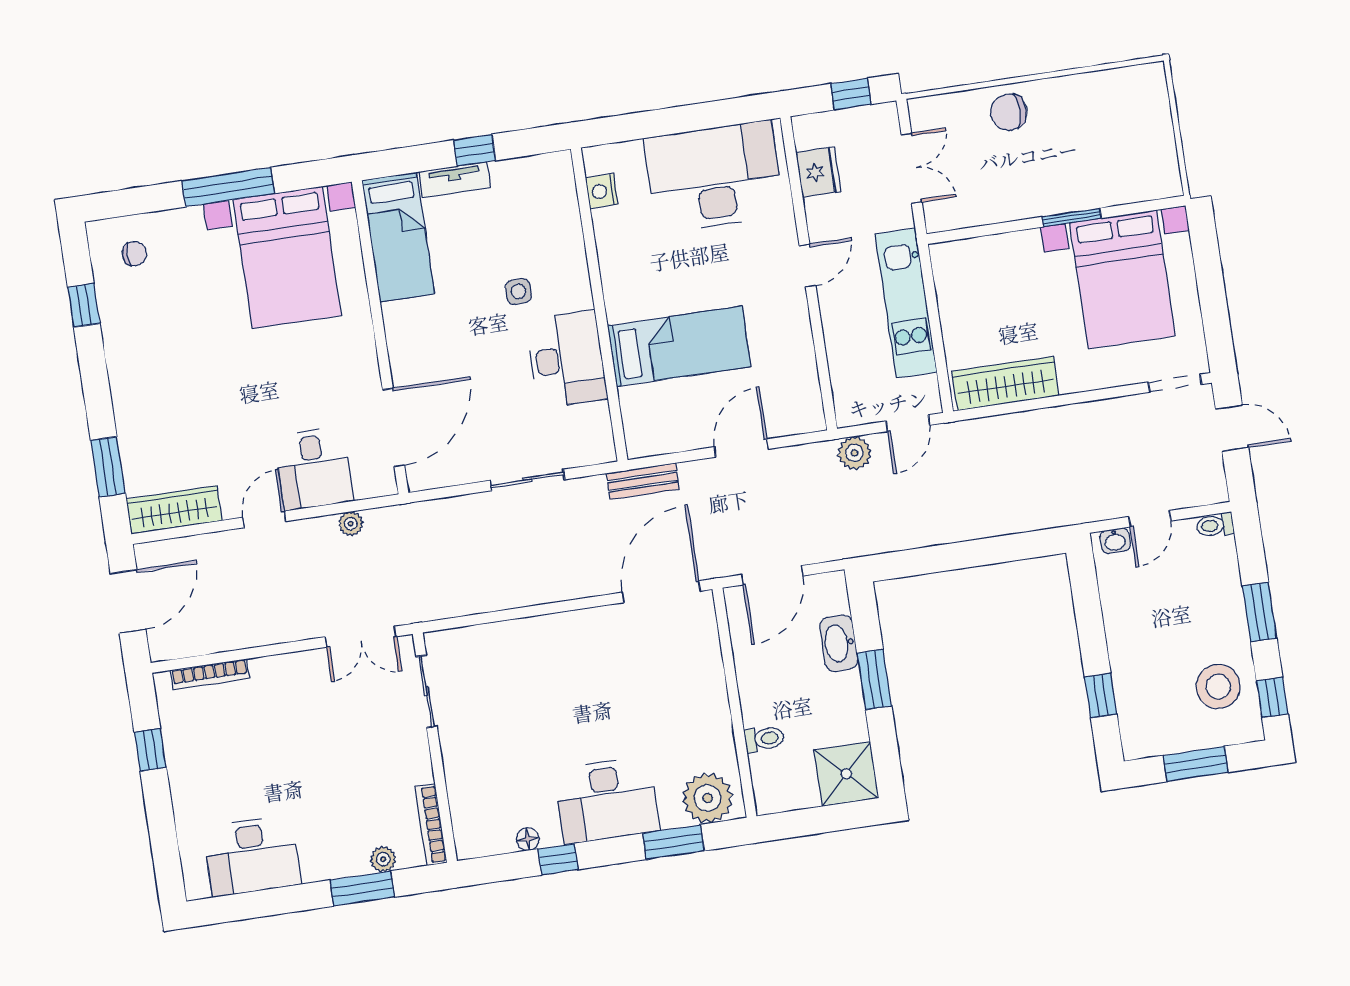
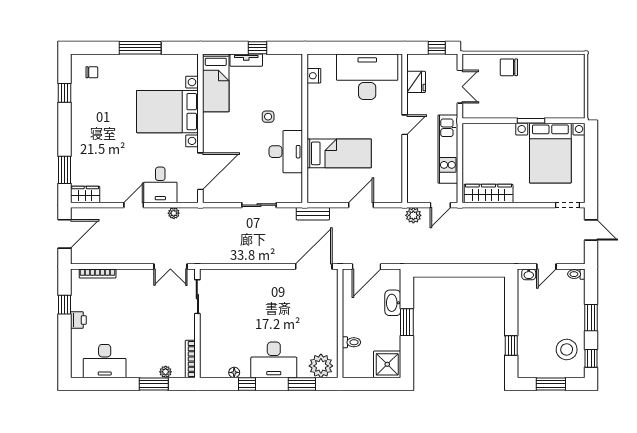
bed with nightstands: (287, 258) -> (167, 112), moved, turned 90
wardrobe: (174, 510) -> (85, 194), width x0.67
printer: (184, 778) -> (78, 320), added

